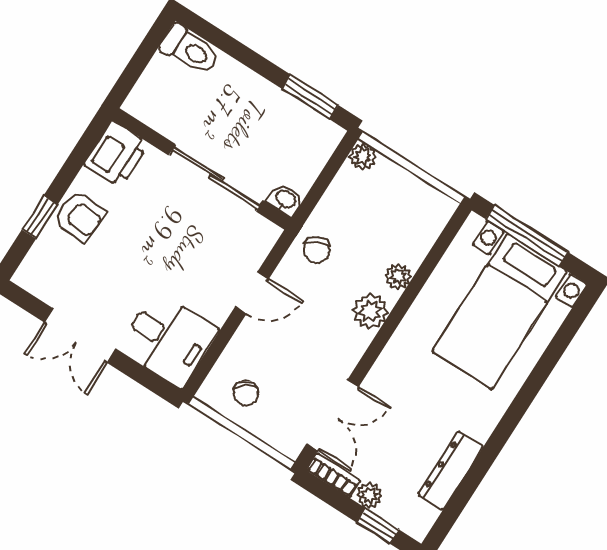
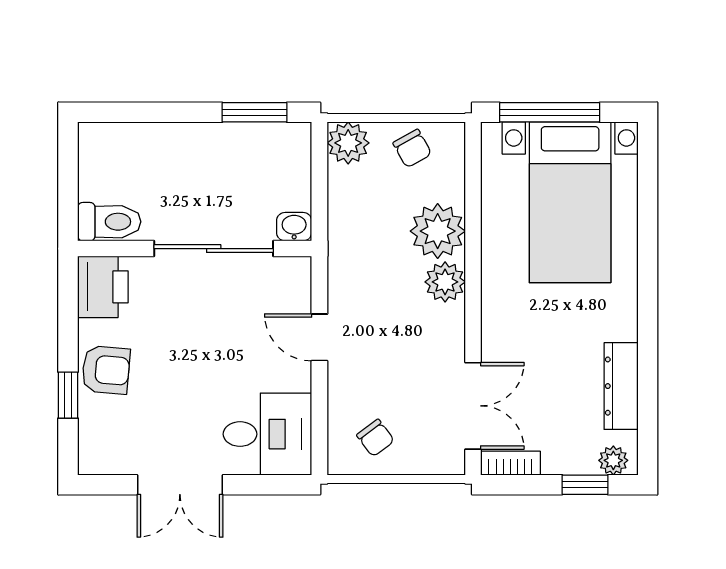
toilet: (190, 50) -> (109, 222), moved
plant: (363, 157) -> (348, 143), width x1.38, depth x1.38
chair: (317, 250) -> (412, 148), moved
plant: (398, 276) -> (438, 231), width x1.88, depth x1.88
door: (252, 293) -> (319, 337), swing flipped
plant: (369, 495) -> (613, 460), moved

